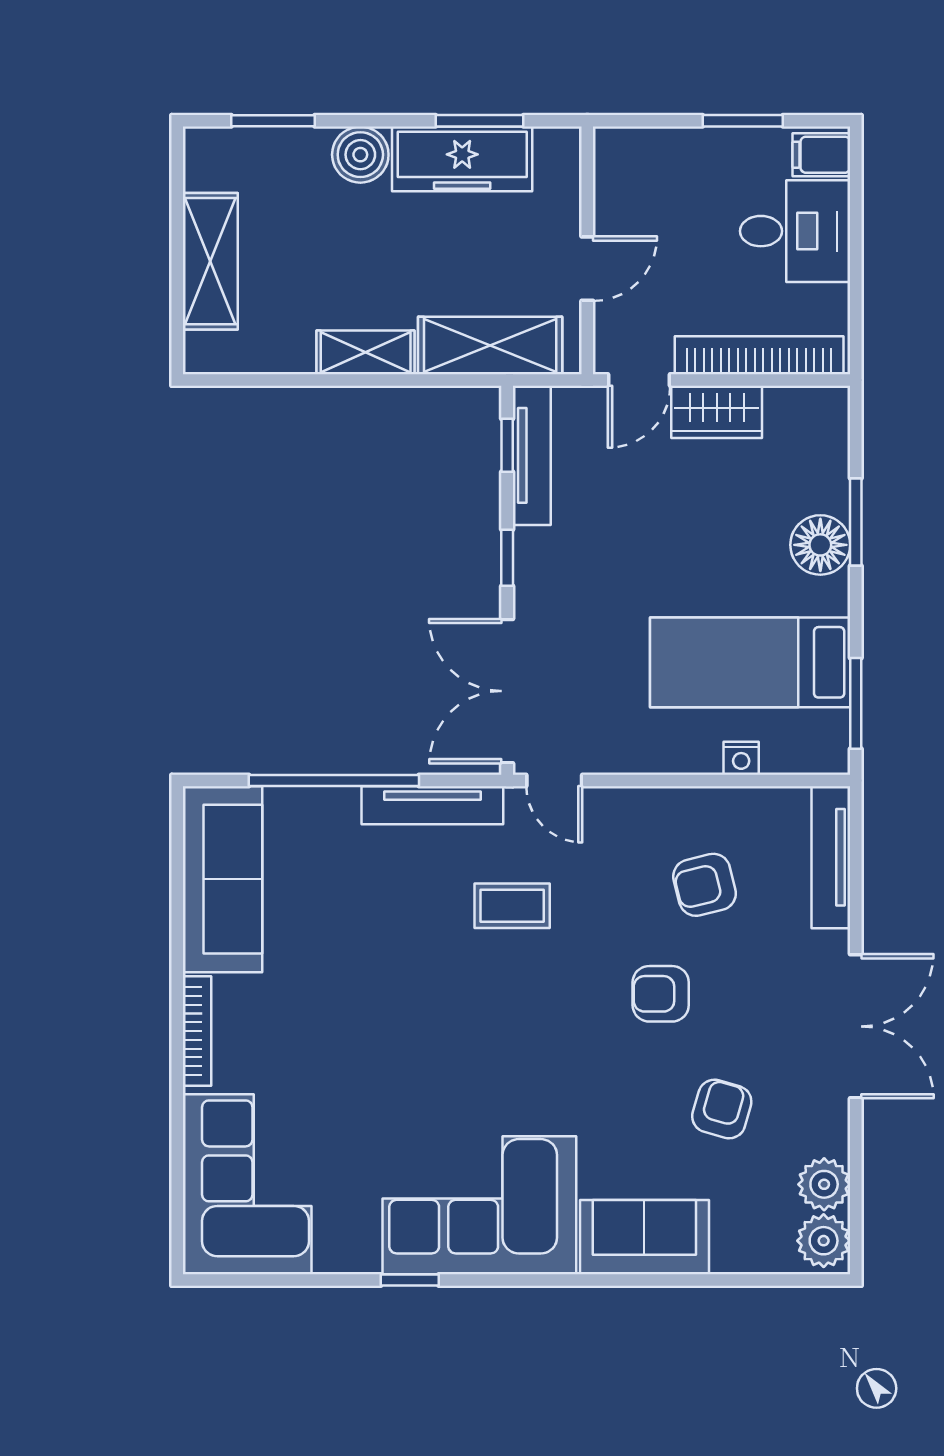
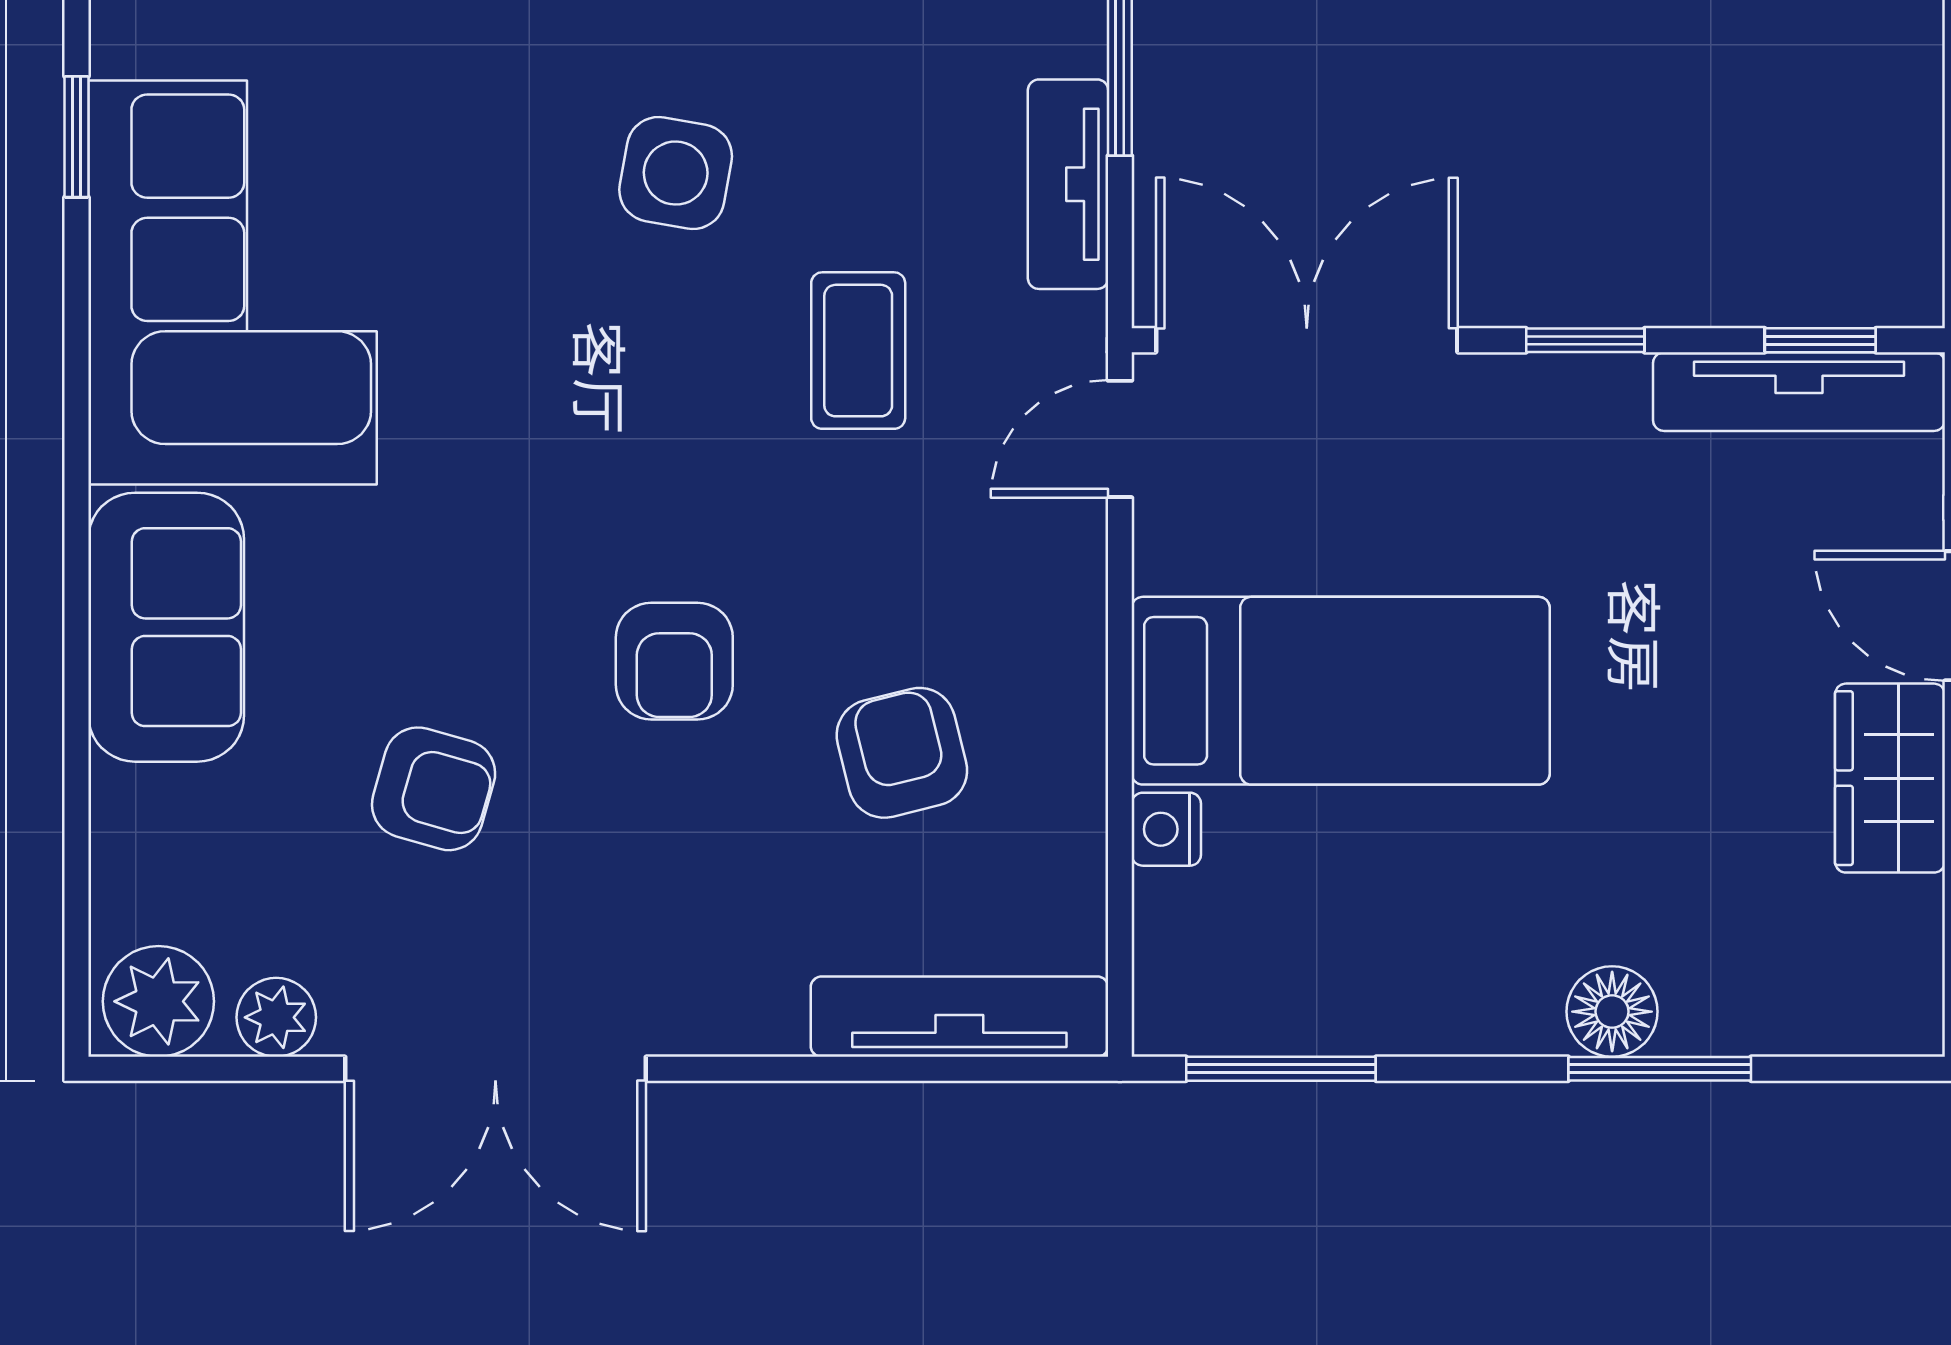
floor lamp: (820, 545) -> (1612, 1012), width x0.73, depth x0.73
bed: (750, 662) -> (1341, 691), moved, turned 90
tv unit: (432, 805) -> (1068, 184), width x0.71
side table: (427, 993) -> (676, 173), added
armchair: (661, 994) -> (674, 661), turned 180
double door: (856, 1026) -> (495, 1069), moved
plant: (824, 1184) -> (276, 1017), width x0.73, depth x0.73

